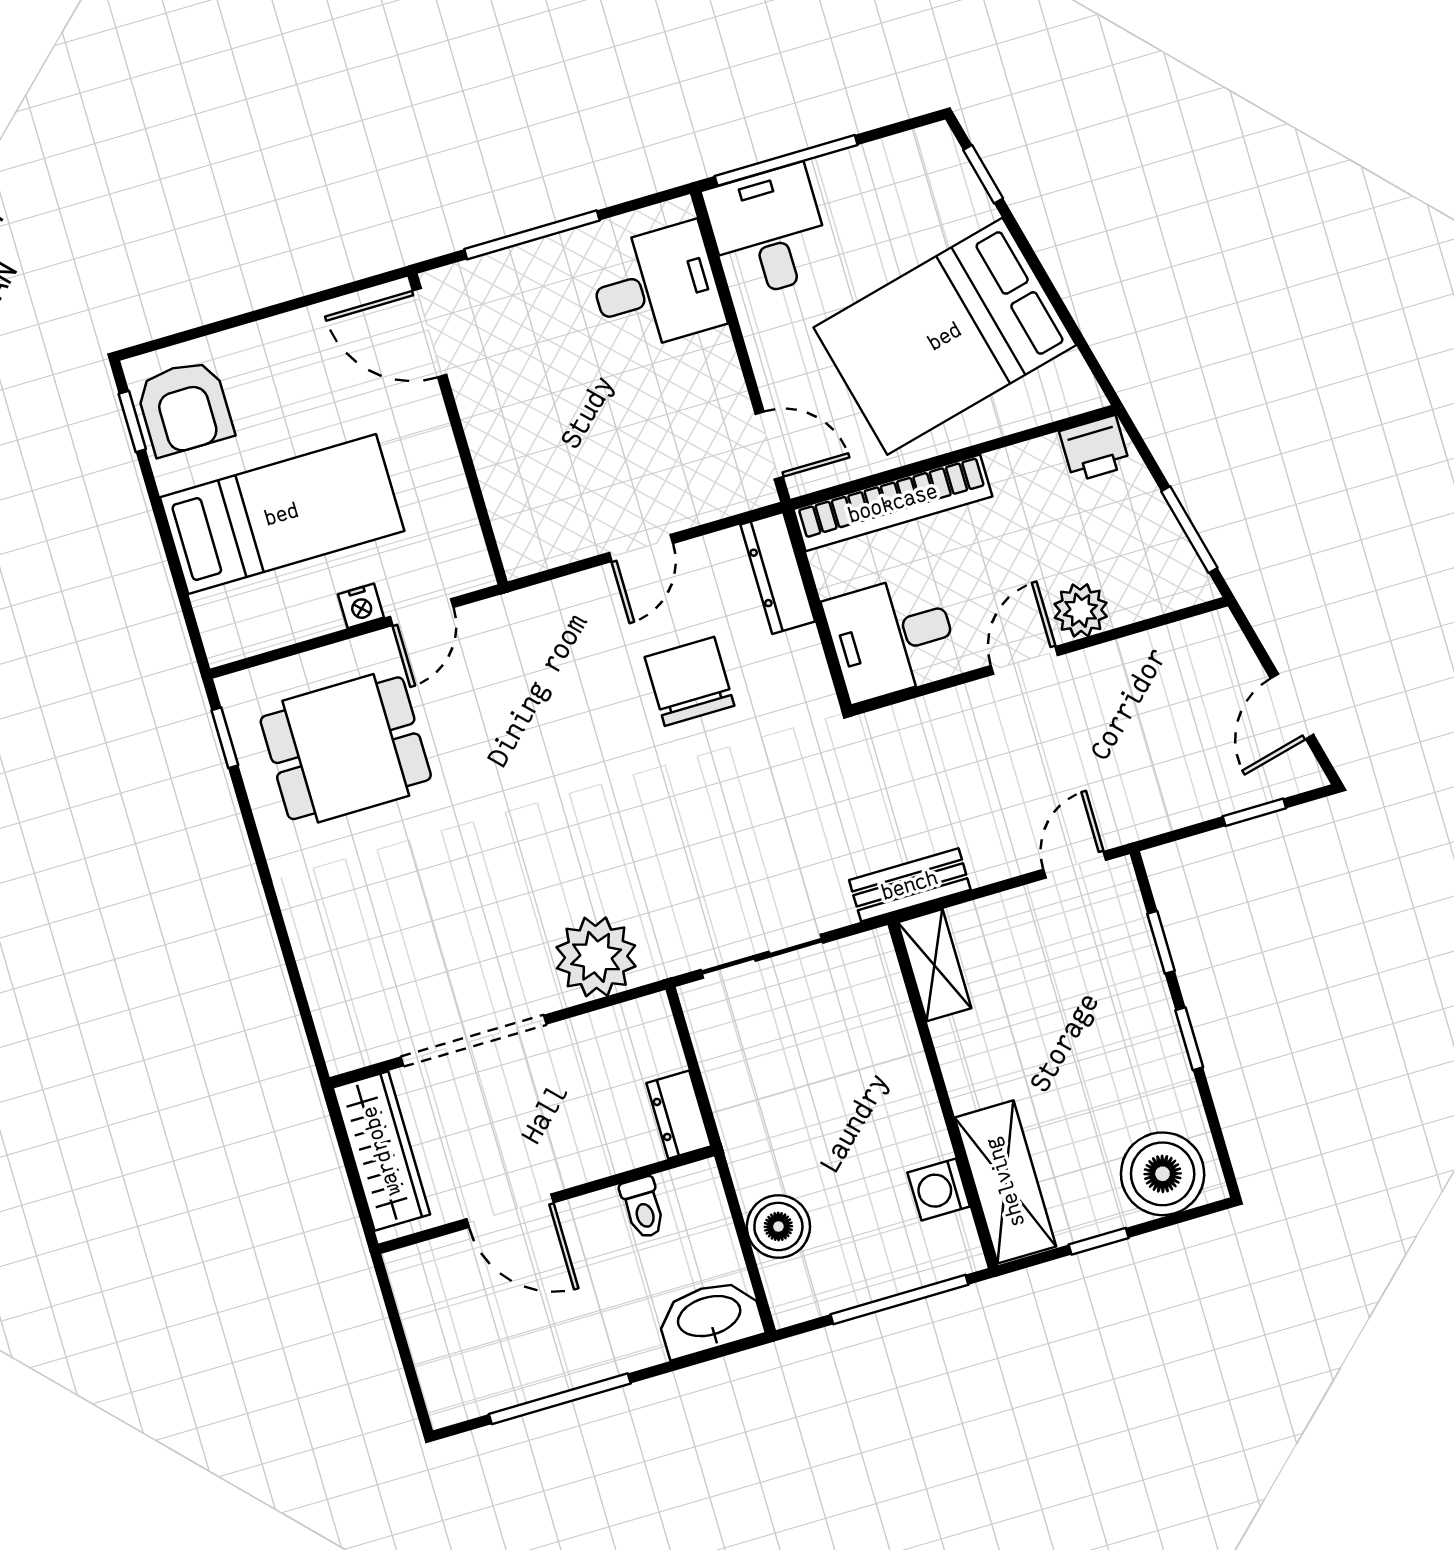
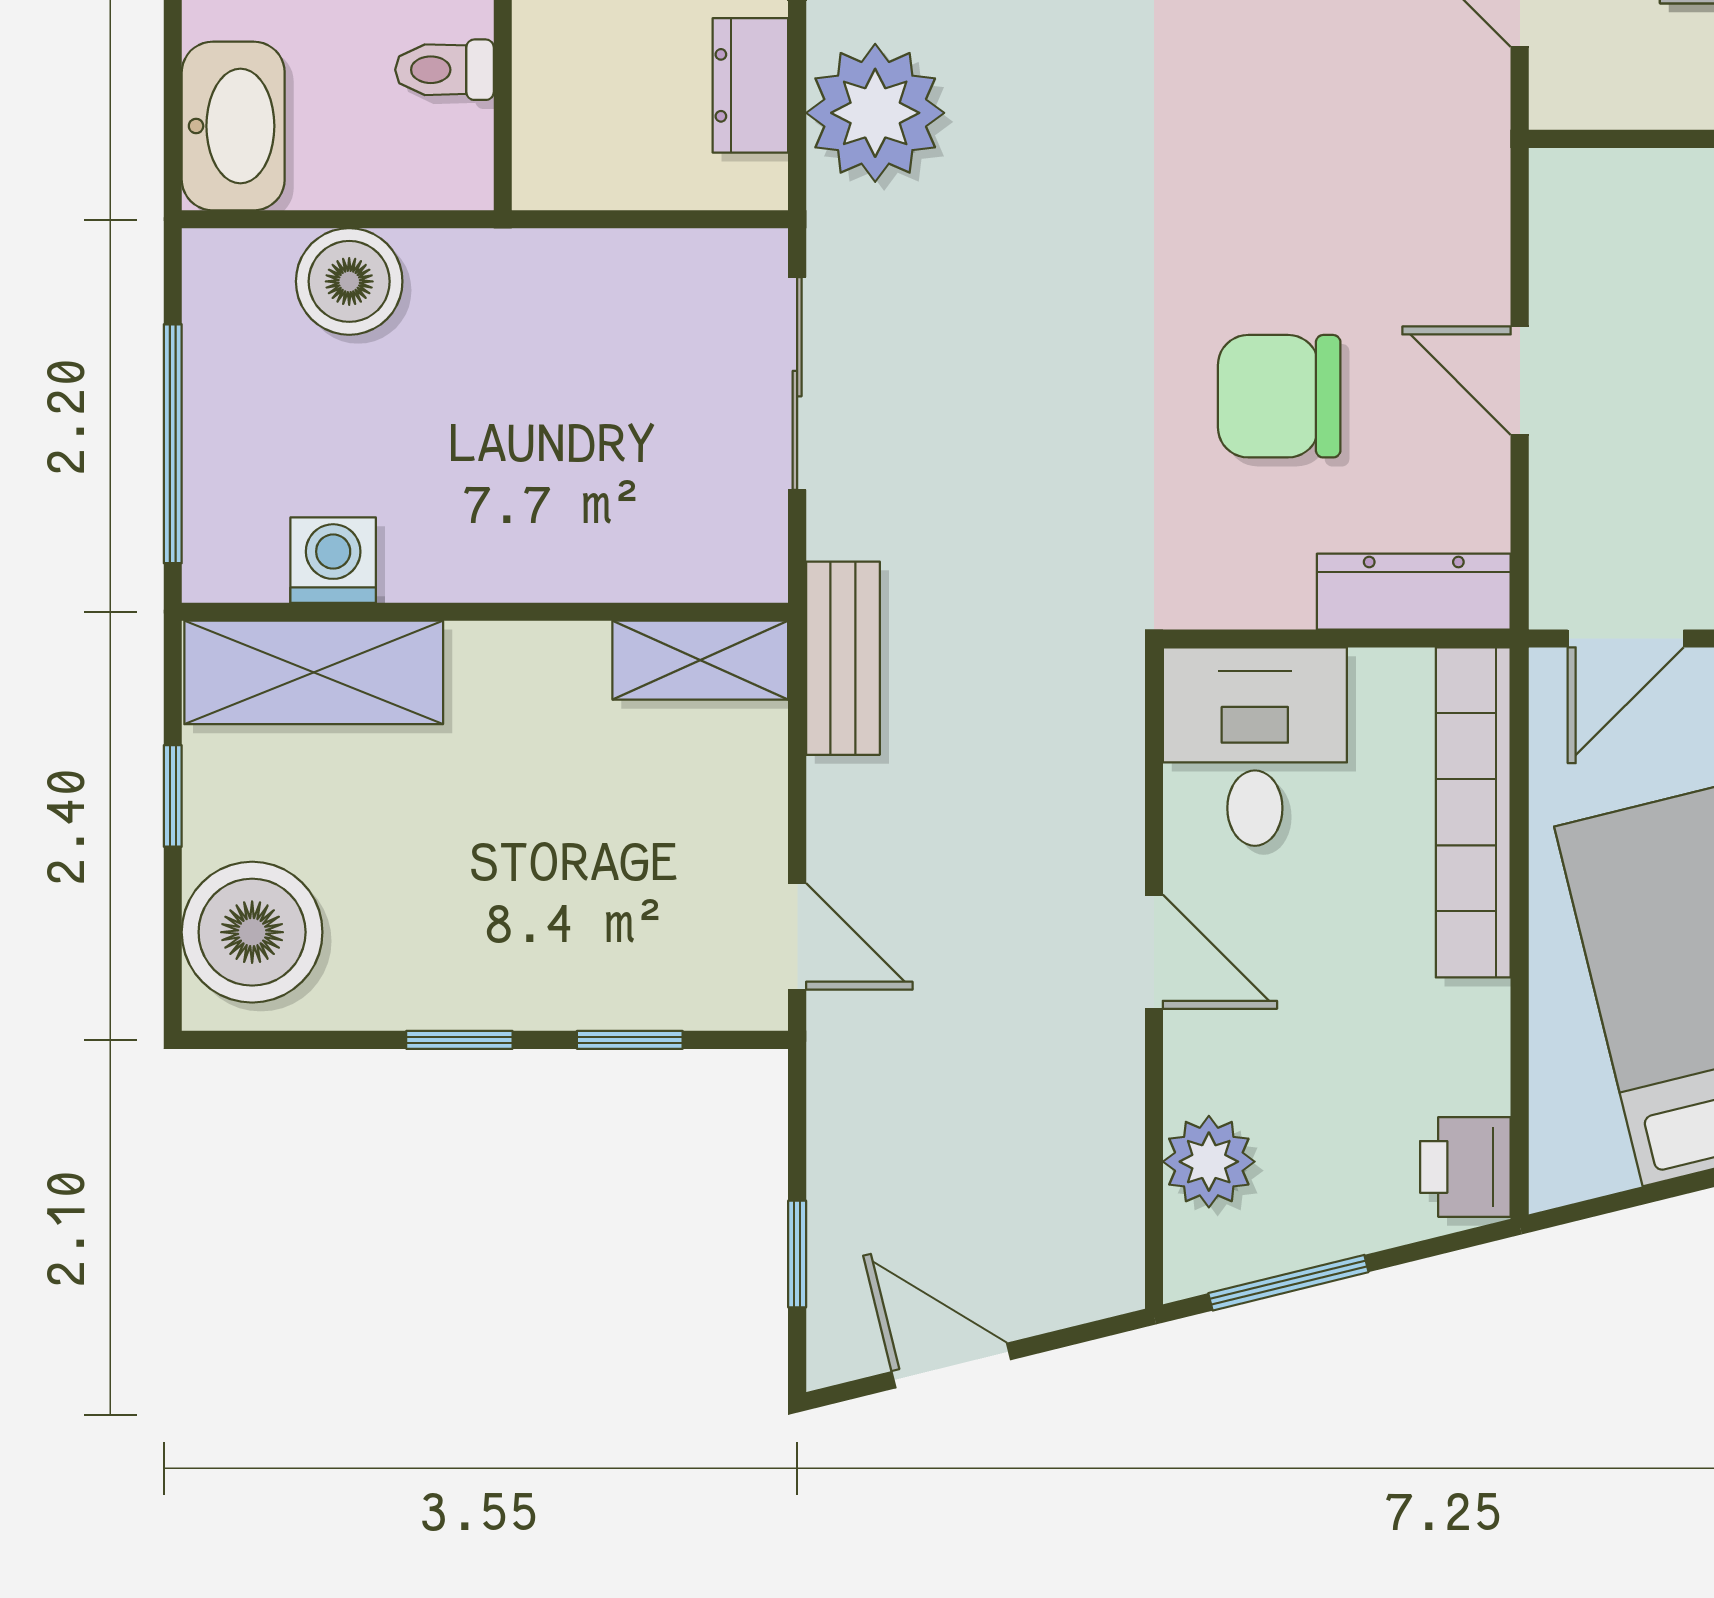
plant: (1081, 610) -> (1209, 1162), moved
chair: (690, 681) -> (1279, 396), turned 180
dresser: (679, 1115) -> (750, 85), moved, turned -90

